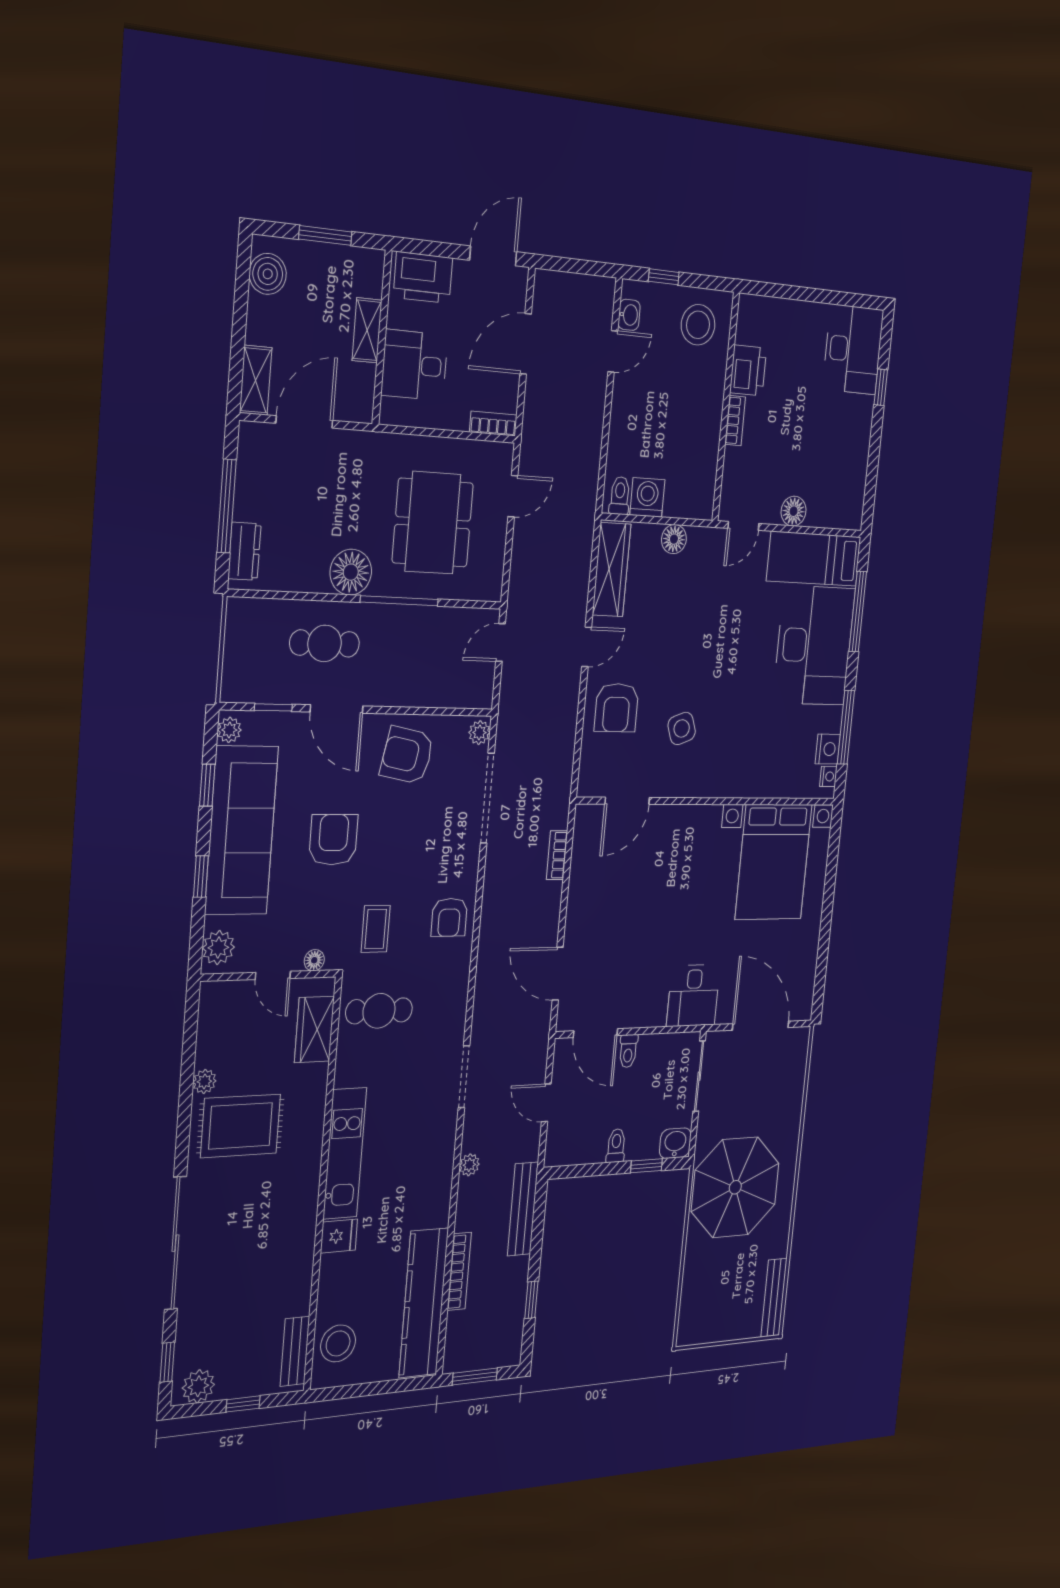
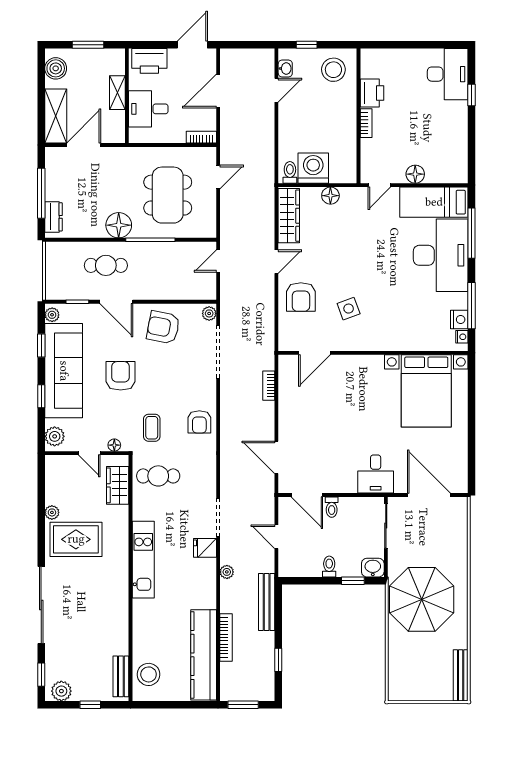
shelving: (256, 380) -> (56, 116), width x1.50, depth x1.33
washing machine: (647, 497) -> (313, 168), width x1.37, depth x1.37
fridge: (339, 1236) -> (205, 548), moved, turned 180

